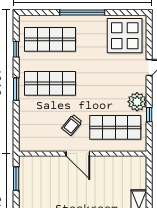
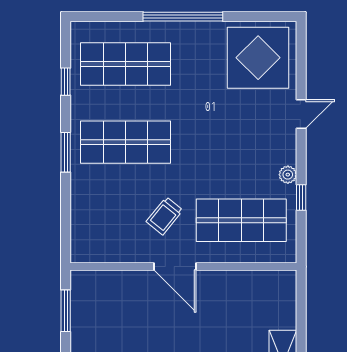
plant: (137, 102) -> (288, 175), width x0.53, depth x0.53

